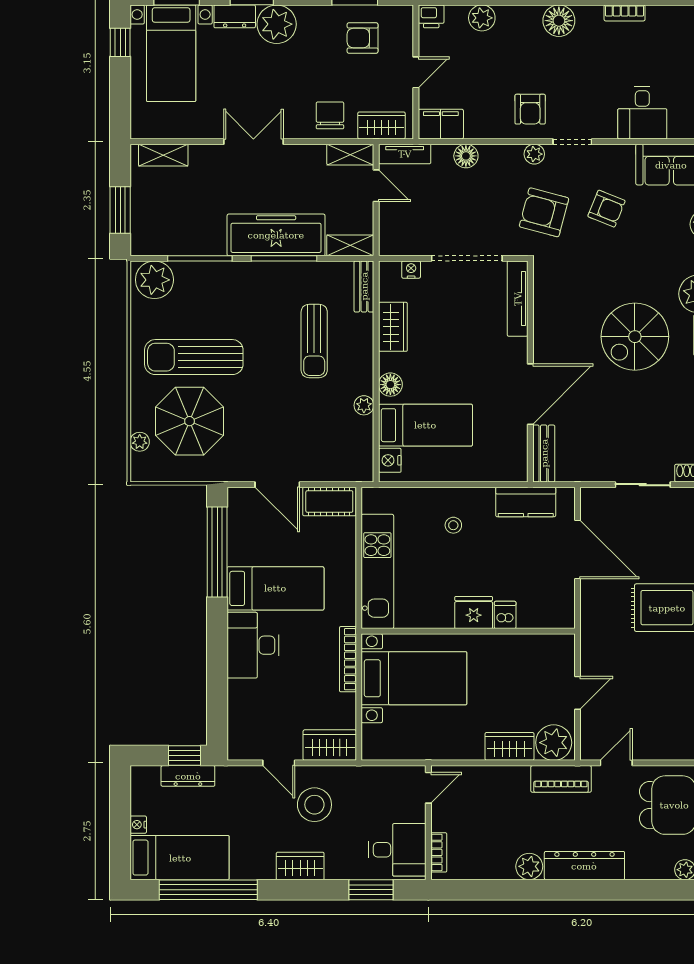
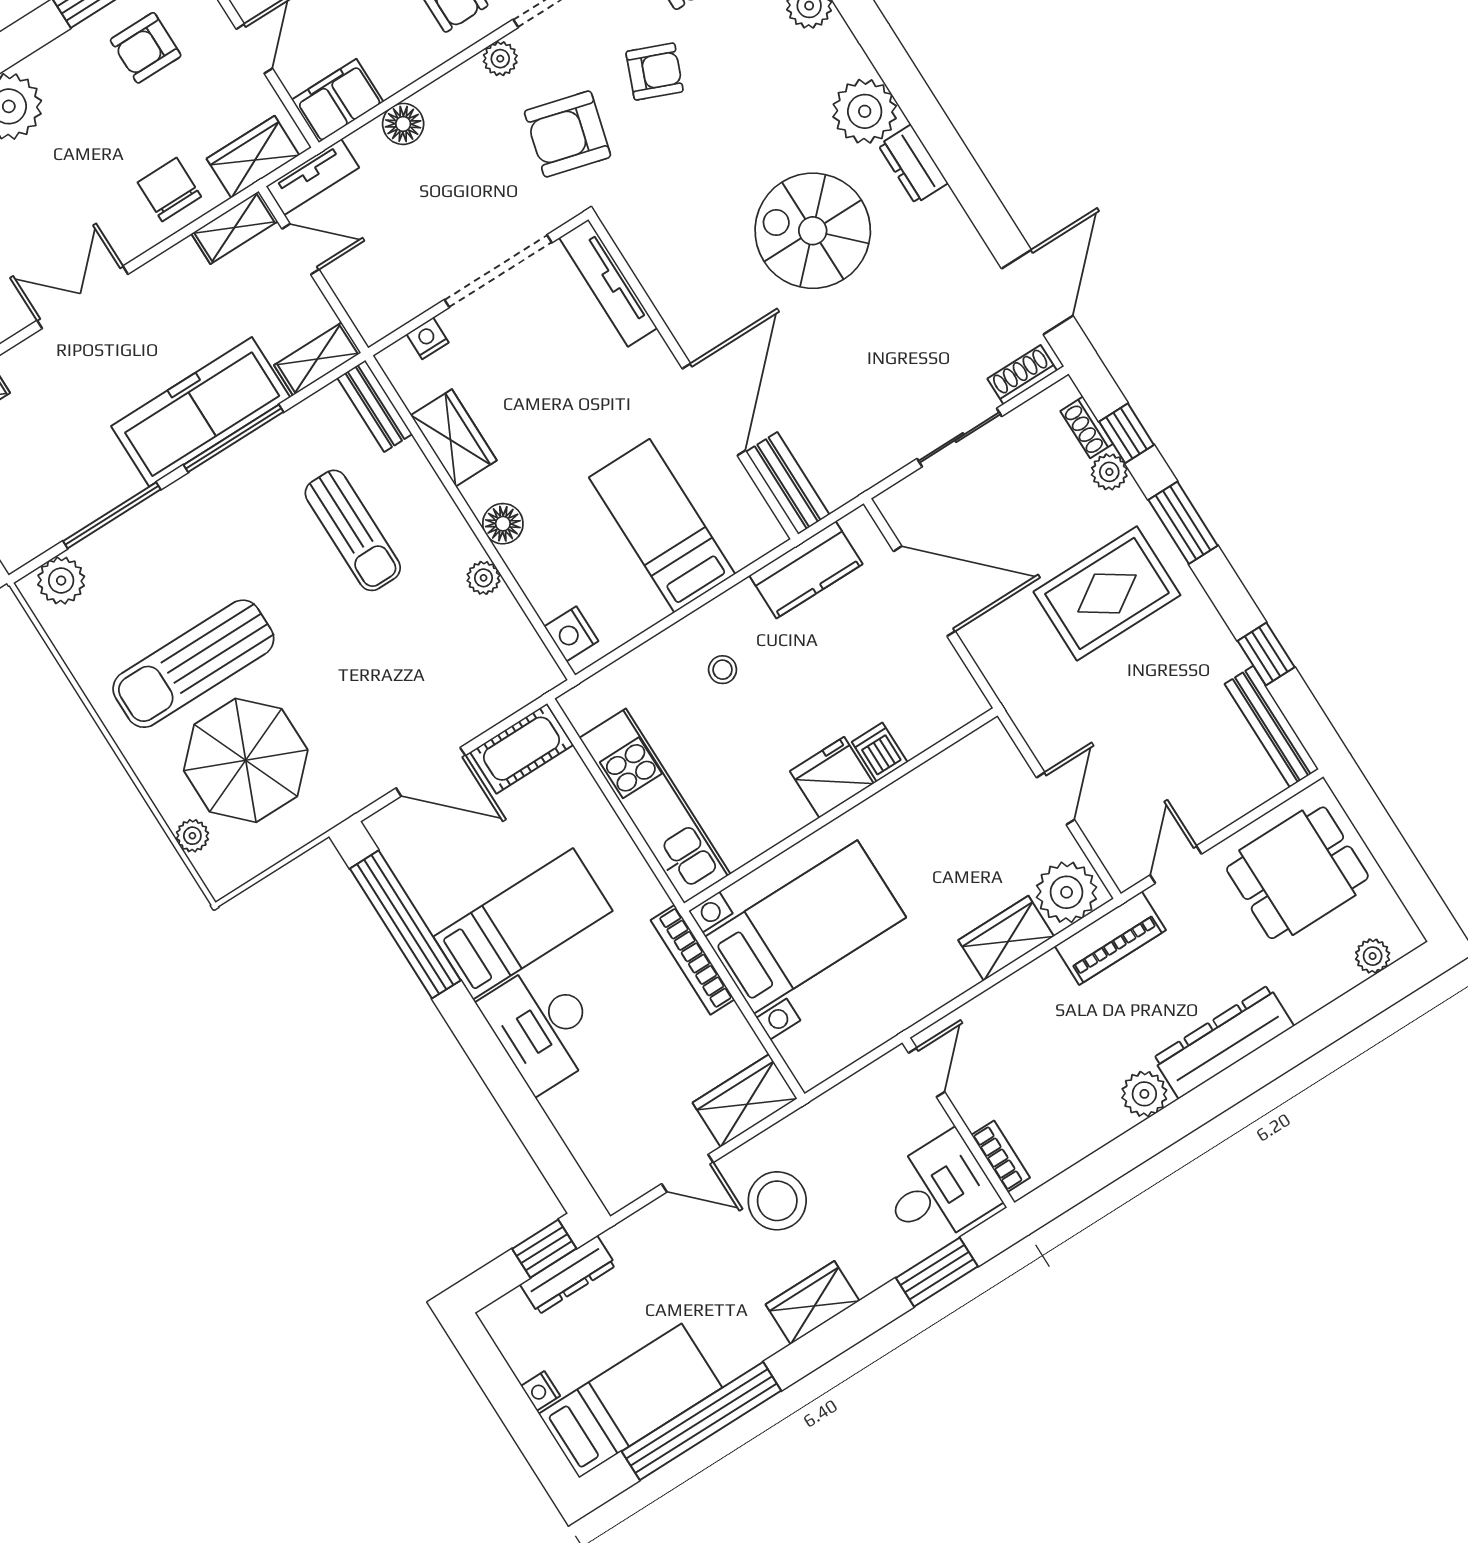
plant: (154, 280) -> (61, 581), width x0.73, depth x0.73
spiral stairs: (635, 337) -> (813, 231), turned 90
bed: (425, 425) -> (662, 526), moved, turned -90

